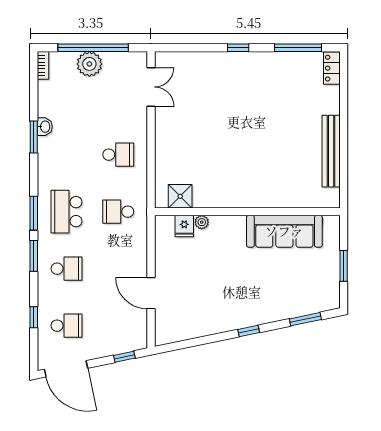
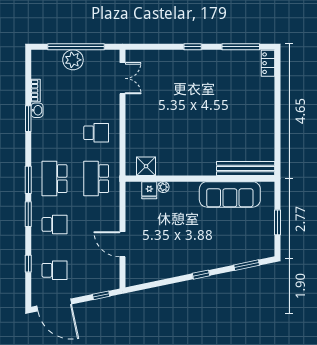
bookcase: (43, 65) -> (36, 91), moved
bench: (331, 151) -> (246, 168), moved, turned 90
school desk: (118, 212) -> (96, 179), width x1.85

